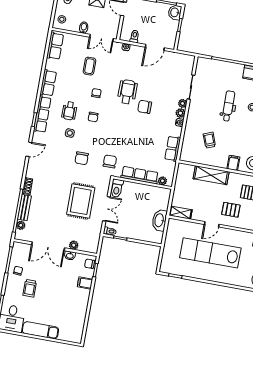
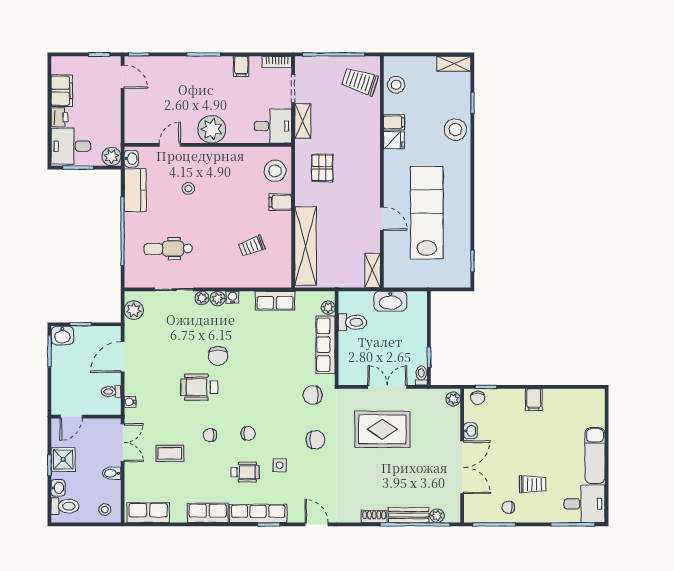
door: (155, 47) -> (123, 357), swing flipped
plant: (183, 60) -> (134, 310), added
dental chair: (228, 106) -> (168, 249), moved
shelving: (211, 175) -> (306, 246), width x1.47
toilet: (117, 188) -> (352, 322), moved
pallet: (231, 210) -> (354, 193), removed
plant: (74, 245) -> (453, 399), moved
lab bench: (210, 253) -> (427, 213), turned 180
filing cabinet: (85, 283) -> (534, 400), moved

